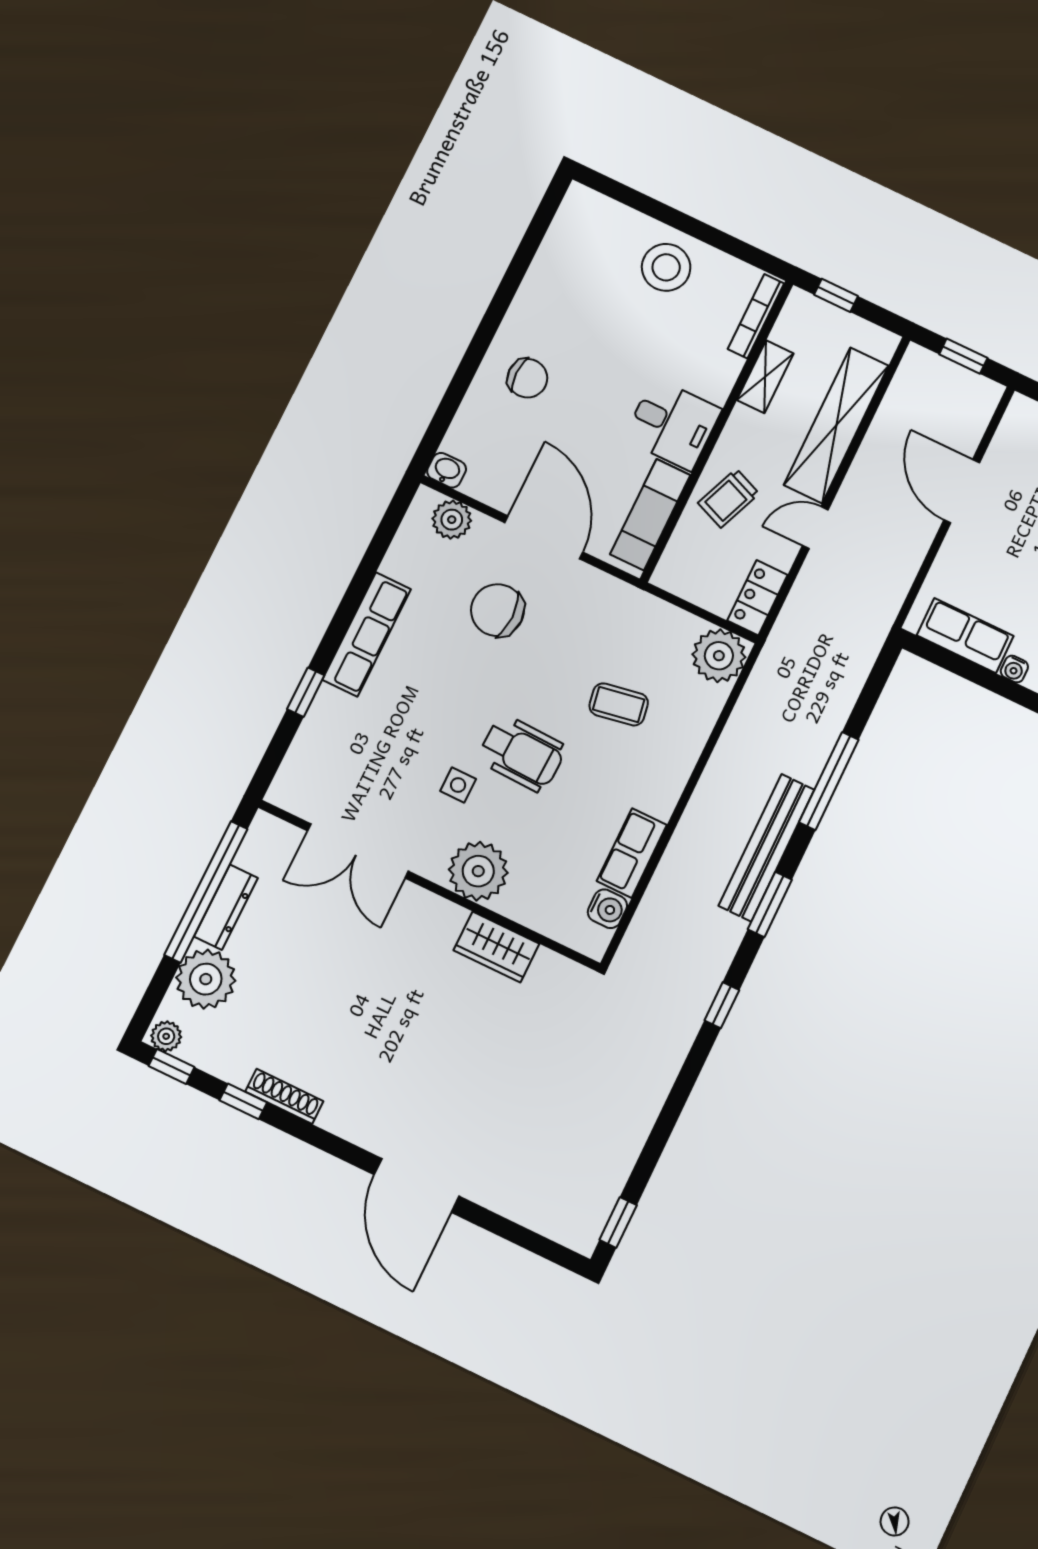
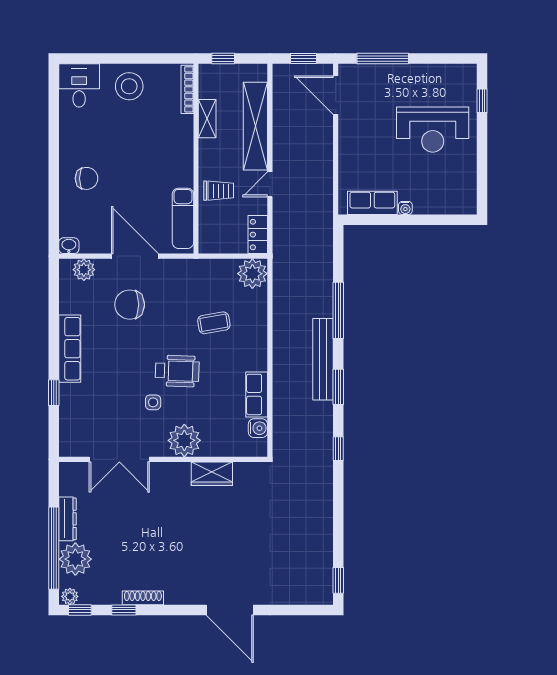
desk: (672, 424) -> (79, 85), moved, turned -90
door: (962, 491) -> (336, 95), moved
trolley: (729, 498) -> (219, 191), turned -112
window: (206, 892) -> (54, 548), moved

